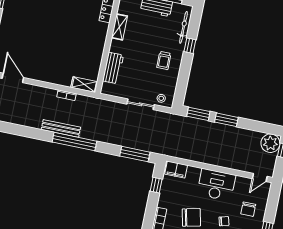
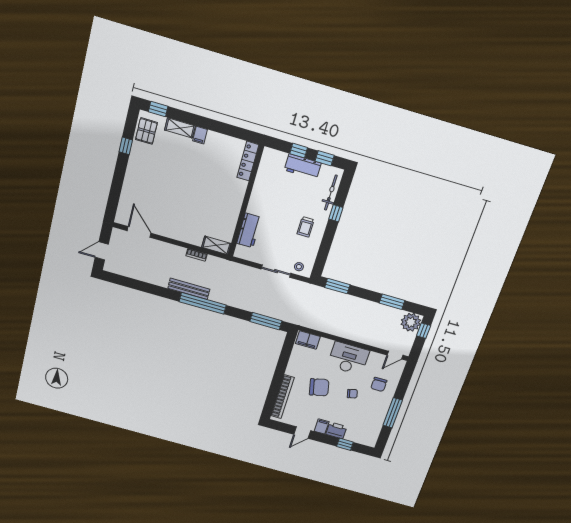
shelving: (120, 27) -> (259, 186), removed
window: (226, 120) -> (392, 302), moved
window: (156, 185) -> (286, 353), removed

